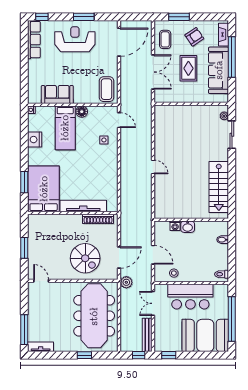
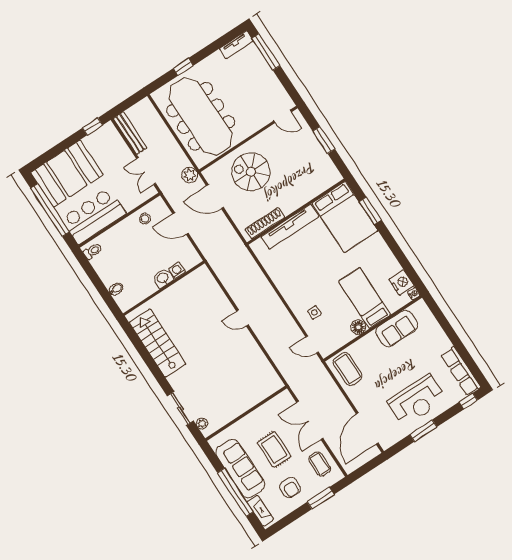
armchair: (194, 37) -> (290, 488), turned -56
nightstand: (35, 140) -> (402, 283), moved
door: (119, 257) -> (215, 197), hinge flipped
bar counter: (190, 297) -> (94, 216), moved
double door: (153, 303) -> (146, 171), swing flipped
window: (139, 355) -> (125, 105), removed

